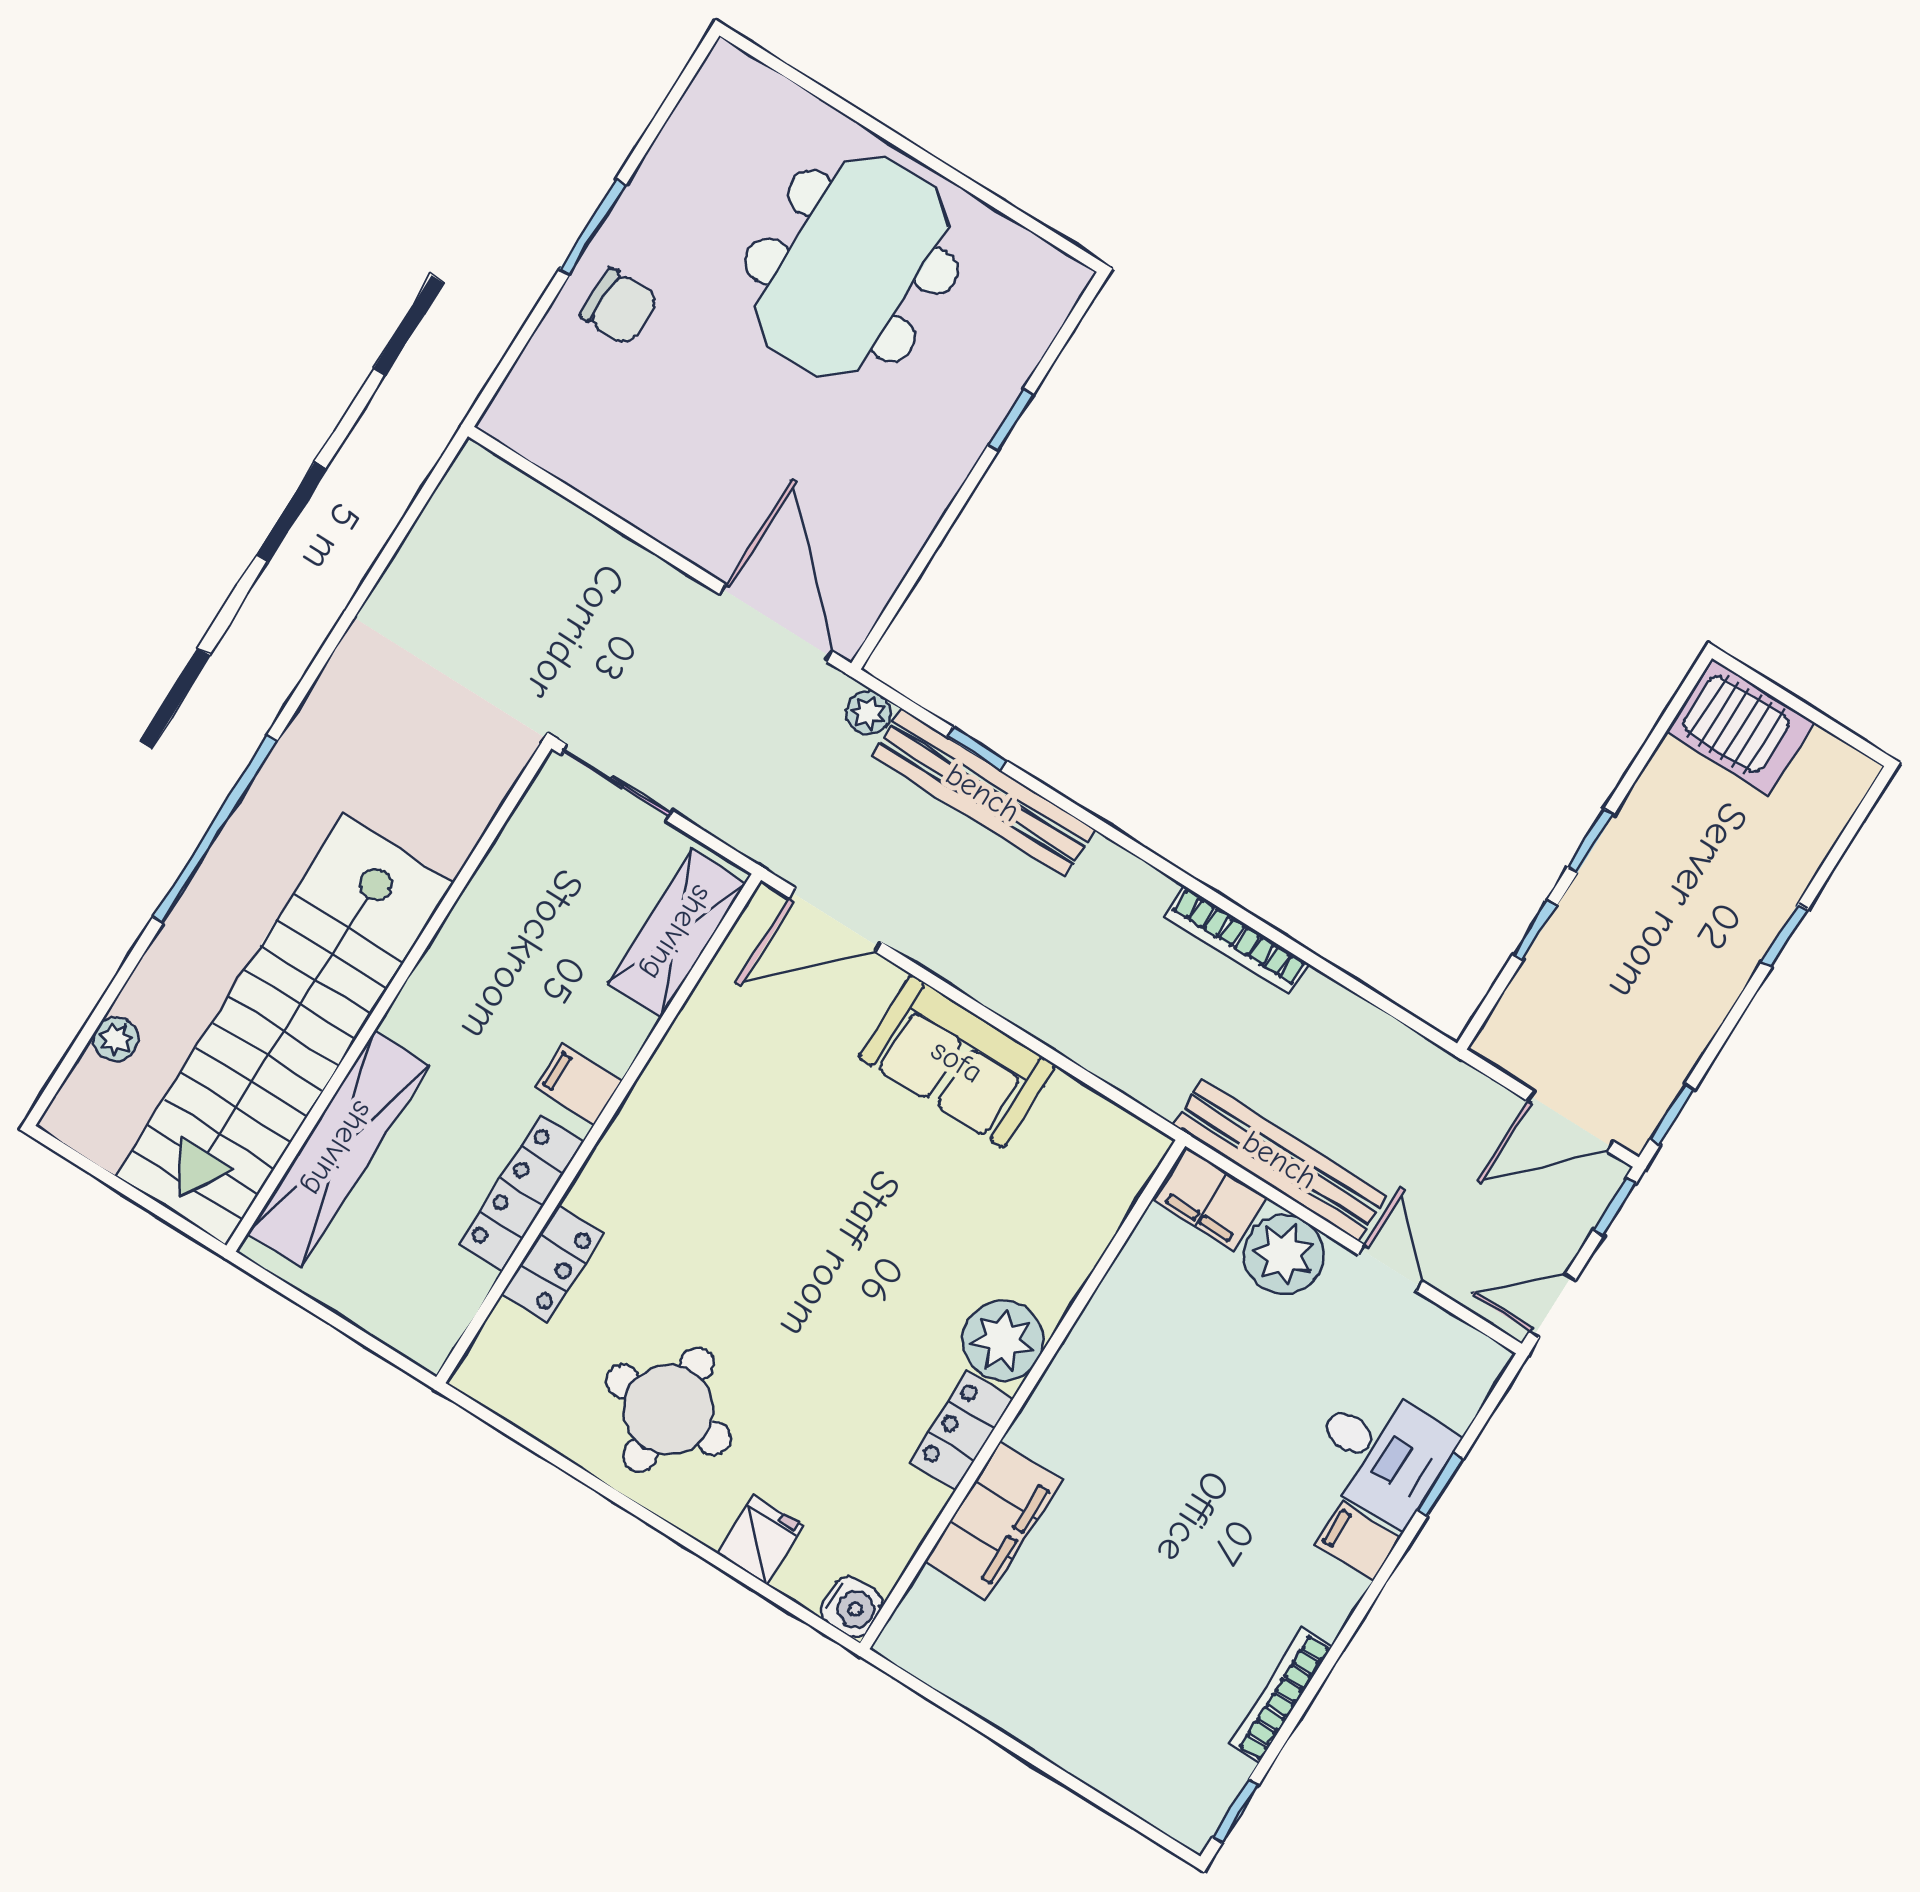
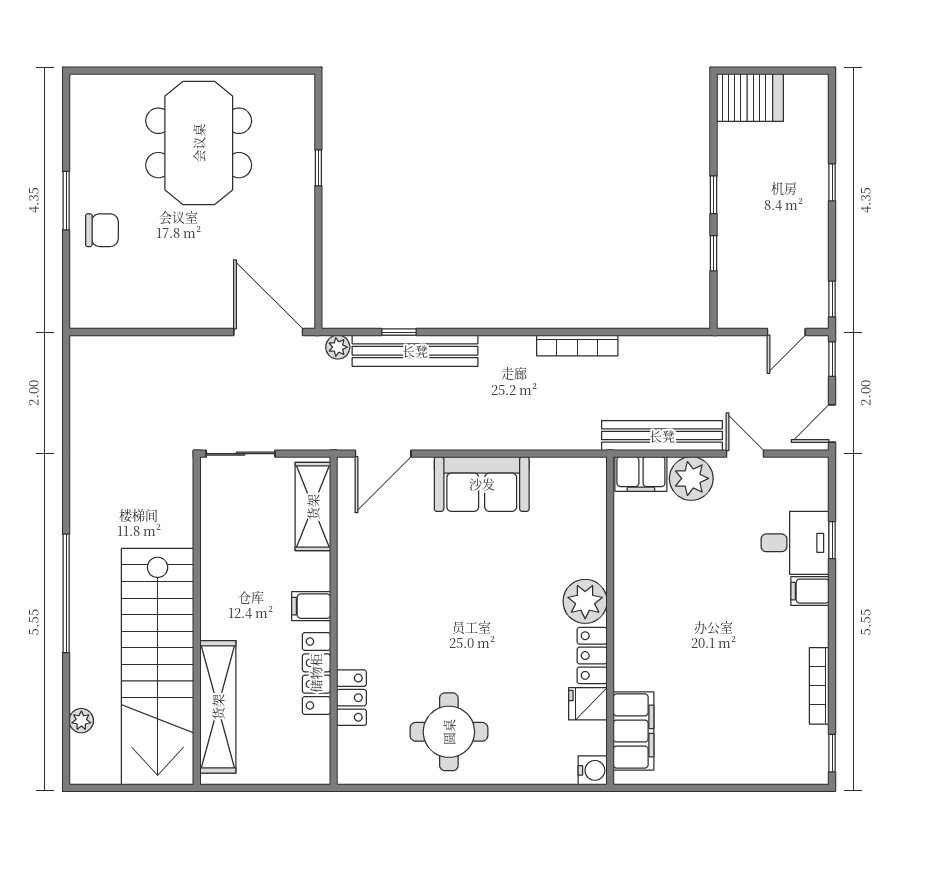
door: (1571, 1121) -> (786, 332), width x0.73
filing cabinet: (993, 1521) -> (633, 731), moved
fridge: (760, 1539) -> (588, 704), moved, turned -90

